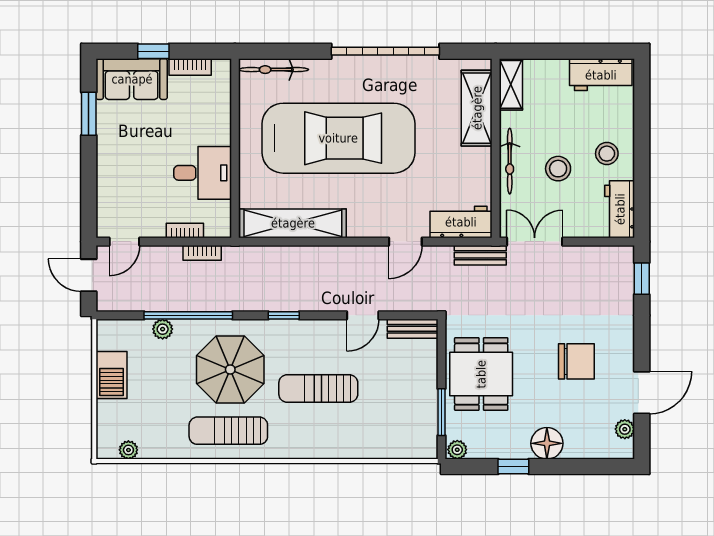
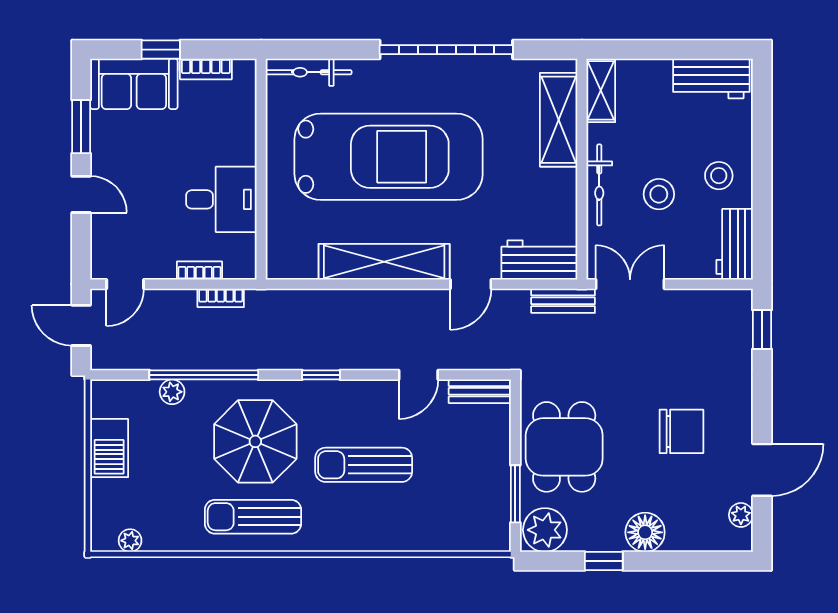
door: (89, 169) -> (81, 194), added
shelving: (293, 223) -> (384, 262), moved
plant: (457, 450) -> (545, 530), width x1.87, depth x1.87

